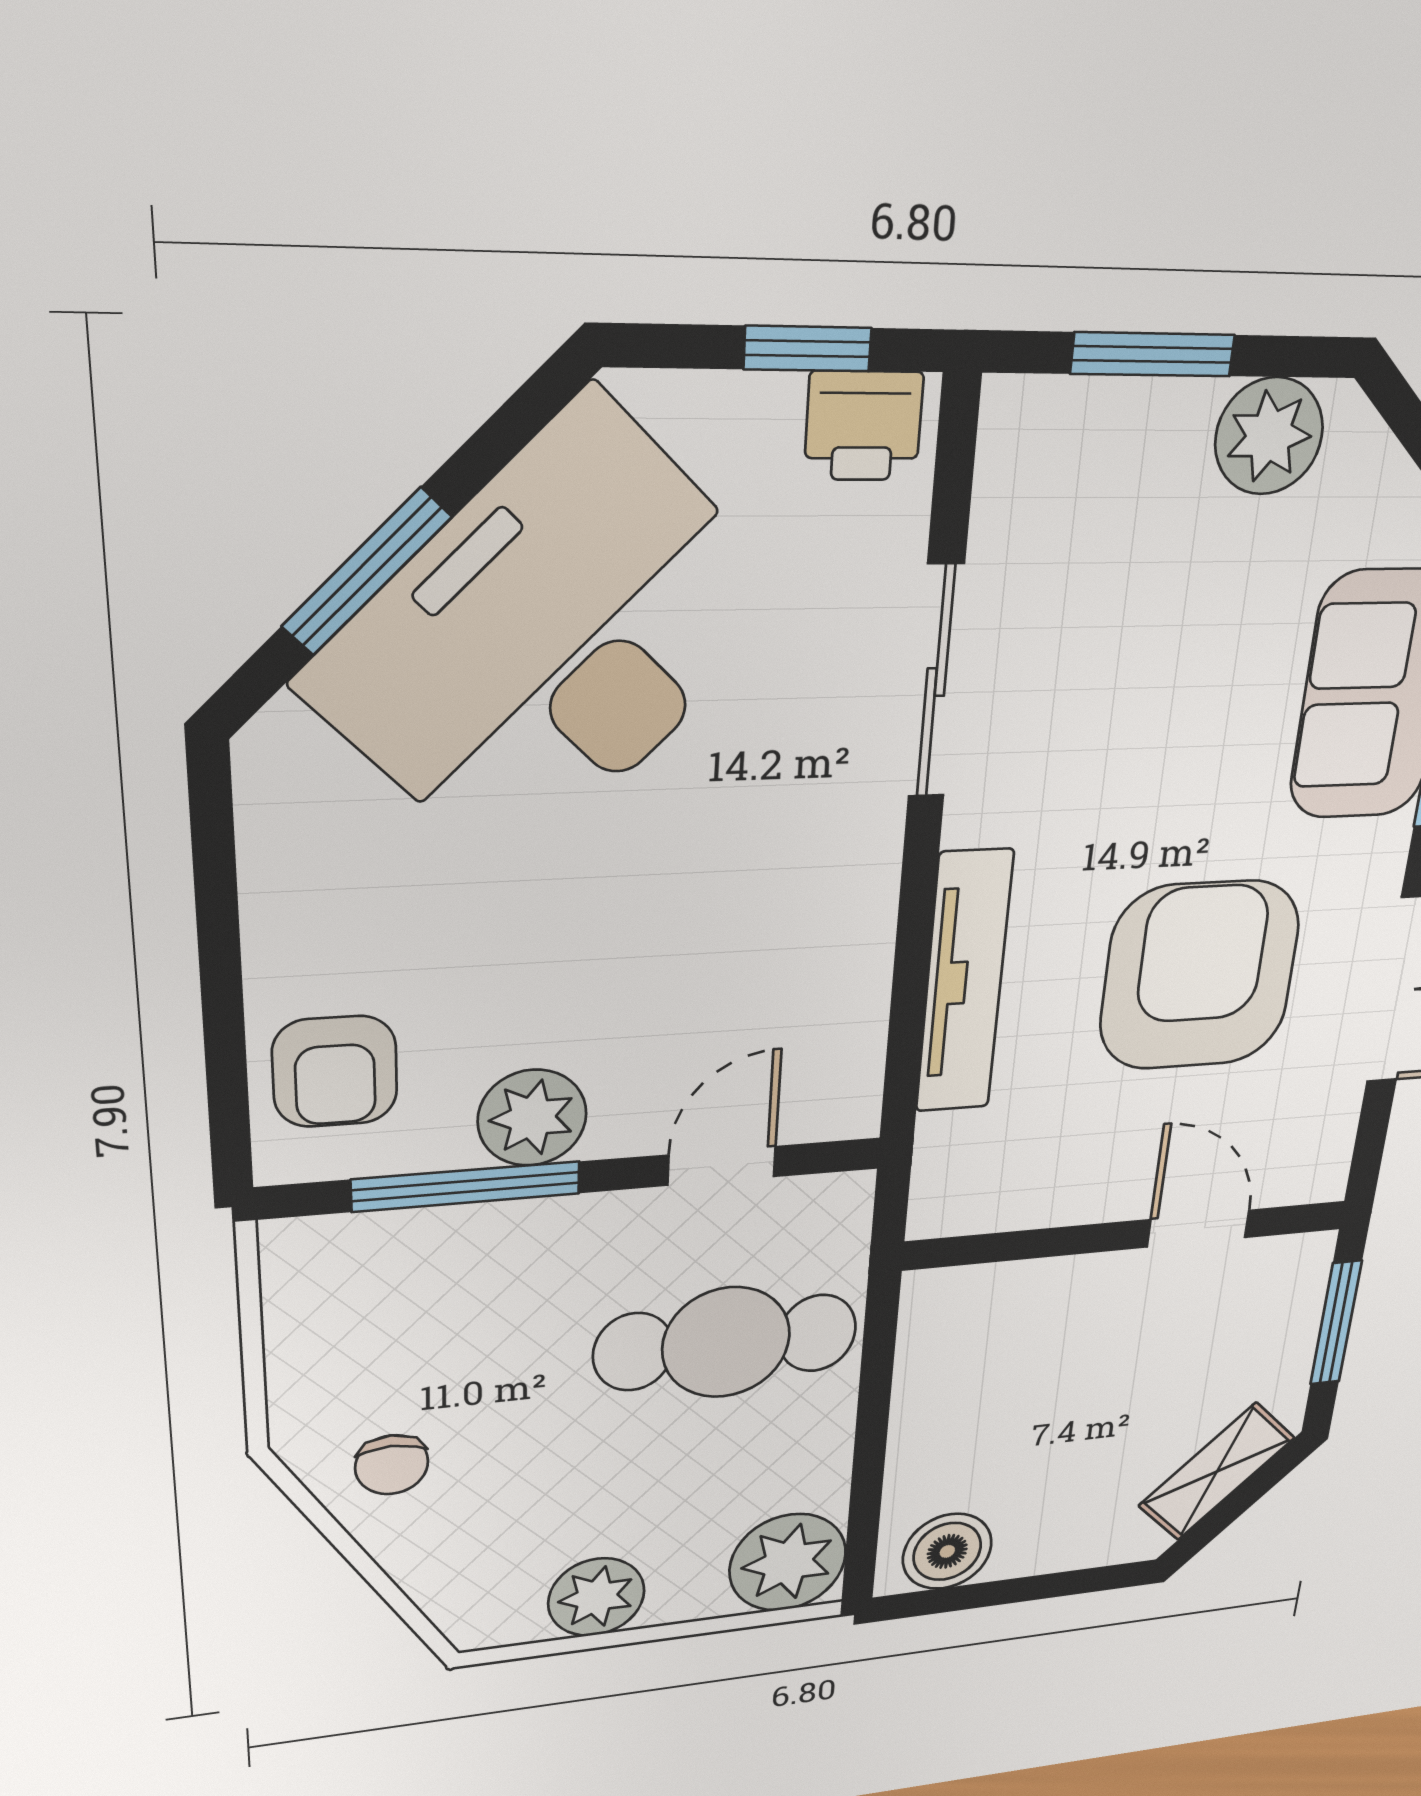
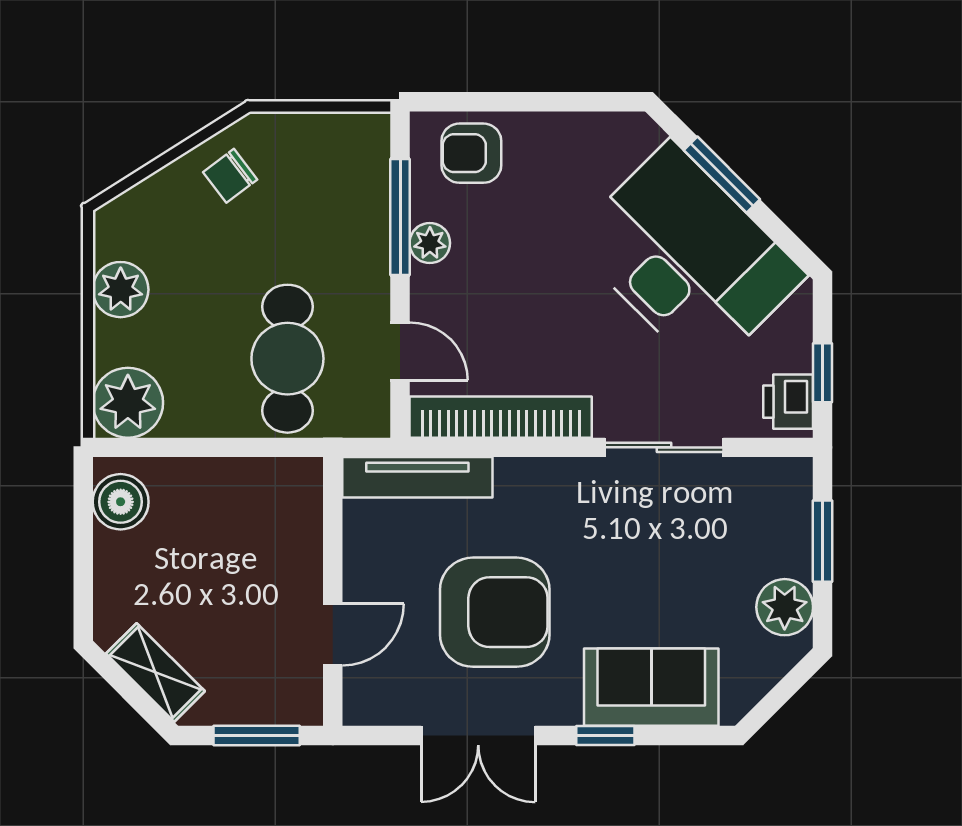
tv unit: (964, 983) -> (417, 477), moved
bookcase: (854, 987) -> (501, 417), added
plant: (532, 1118) -> (430, 243), width x0.73, depth x0.73
chair: (392, 1465) -> (230, 176), turned -37

